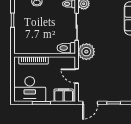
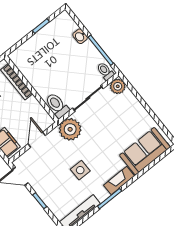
side table: (115, 65) -> (80, 170), added

